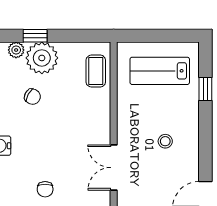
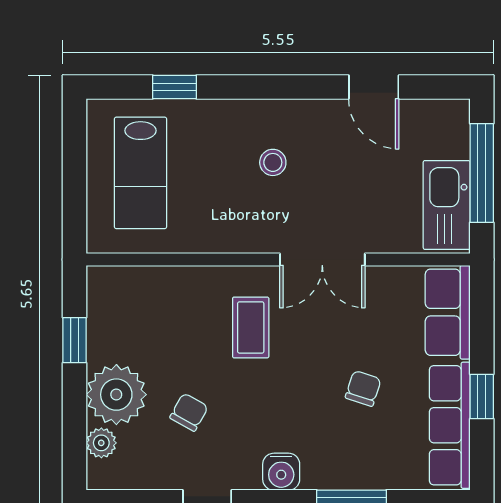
window: (35, 36) -> (75, 340), moved
coffee table: (96, 71) -> (251, 327), moved, turned 90
chair: (45, 189) -> (363, 388), turned -72

